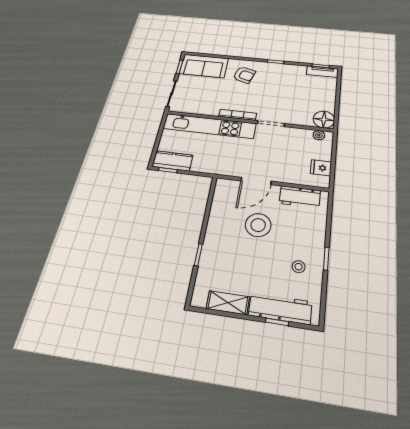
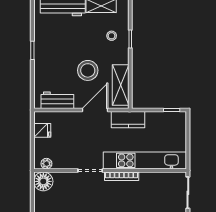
kitchen counter: (172, 161) -> (128, 120), moved
shelving: (221, 204) -> (121, 85), added
stool: (299, 267) -> (112, 36), moved

